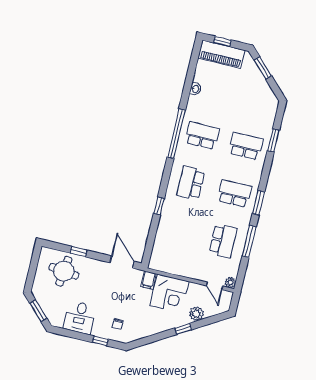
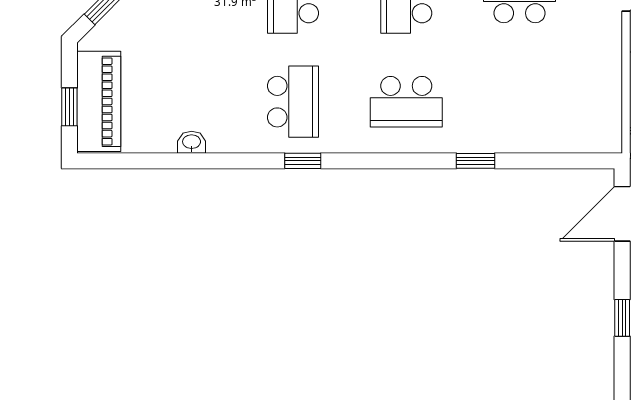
window: (176, 134) -> (303, 161), width x0.32
school desk: (202, 136) -> (293, 102), turned 180

